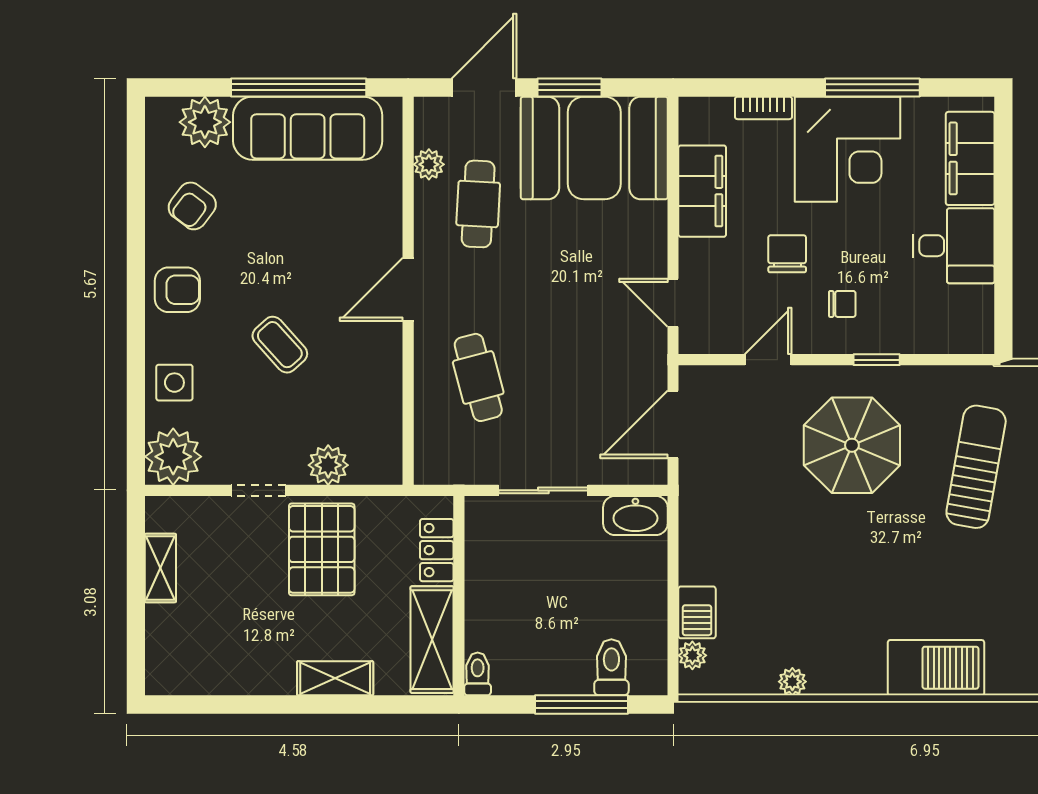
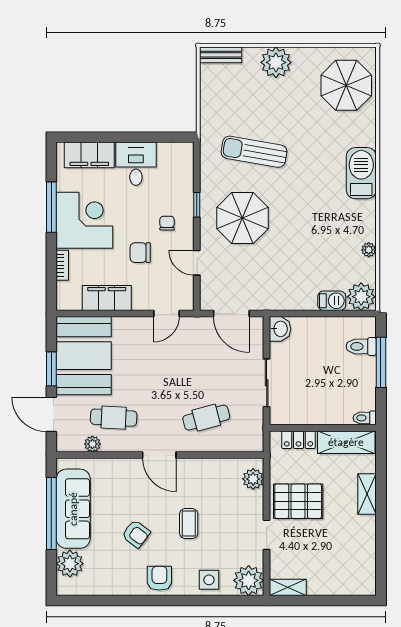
armchair: (192, 206) -> (136, 534), moved
coffee table: (280, 345) -> (189, 524), turned -48
plant: (328, 465) -> (253, 479), moved
washbasin: (635, 515) -> (280, 329), width x0.72
shelving: (160, 568) -> (288, 587), moved
plant: (692, 655) -> (361, 297), width x1.87, depth x1.87

